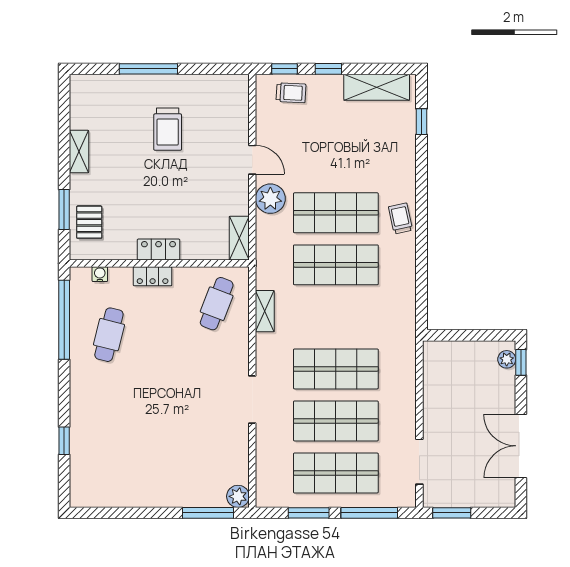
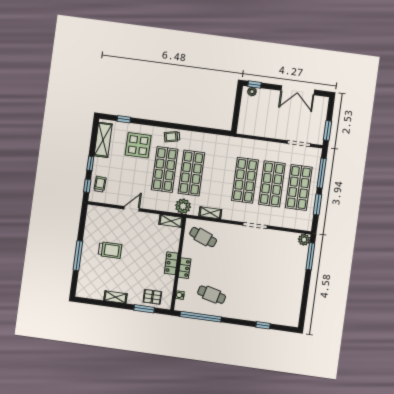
display table: (375, 156) -> (138, 145), added
plant: (270, 199) -> (183, 206), moved

